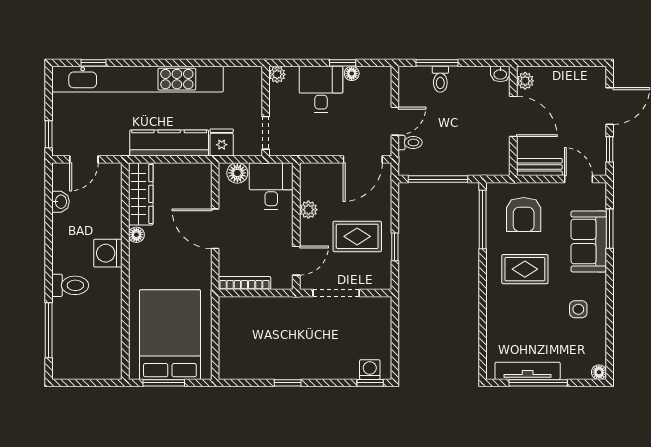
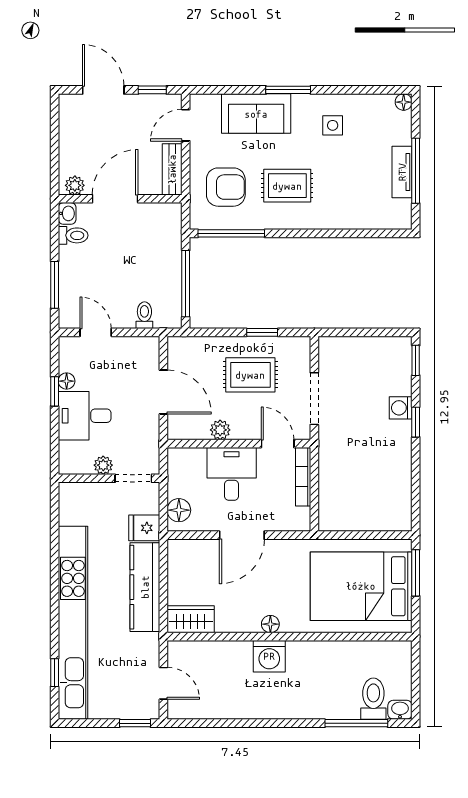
plant: (277, 74) -> (103, 465), moved
toilet: (440, 79) -> (73, 235), moved
door: (395, 121) -> (96, 332), moved
door: (363, 159) -> (163, 392), moved
desk: (271, 186) -> (232, 474), moved, turned 90
wardrobe: (141, 194) -> (191, 619), width x0.67
washbasin: (60, 202) -> (400, 710), moved
window: (610, 229) -> (288, 90), moved
floor lamp: (136, 235) -> (270, 624), moved
rug: (357, 236) -> (250, 375), turned 90
rug: (525, 269) -> (287, 186), turned 90
bookcase: (244, 283) -> (303, 477), moved
toilet: (70, 285) -> (373, 699), moved
washing machine: (370, 370) -> (401, 408), moved
tv unit: (528, 371) -> (402, 172), width x0.71
window: (164, 383) -> (416, 573), moved
window: (288, 383) -> (416, 422), moved

